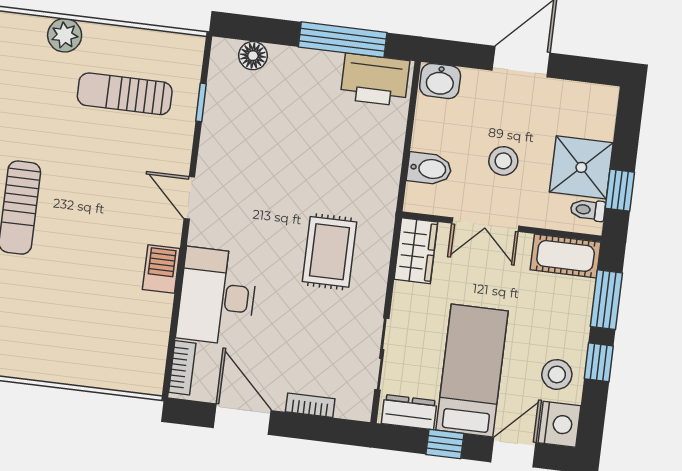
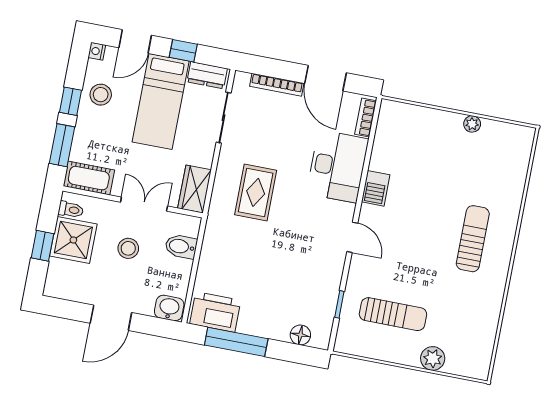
window: (620, 190) -> (43, 246), moved
plant: (32, 369) -> (472, 124), added
bookcase: (310, 405) -> (277, 85), width x1.56
nightstand: (559, 424) -> (97, 51), width x0.53, depth x0.56

